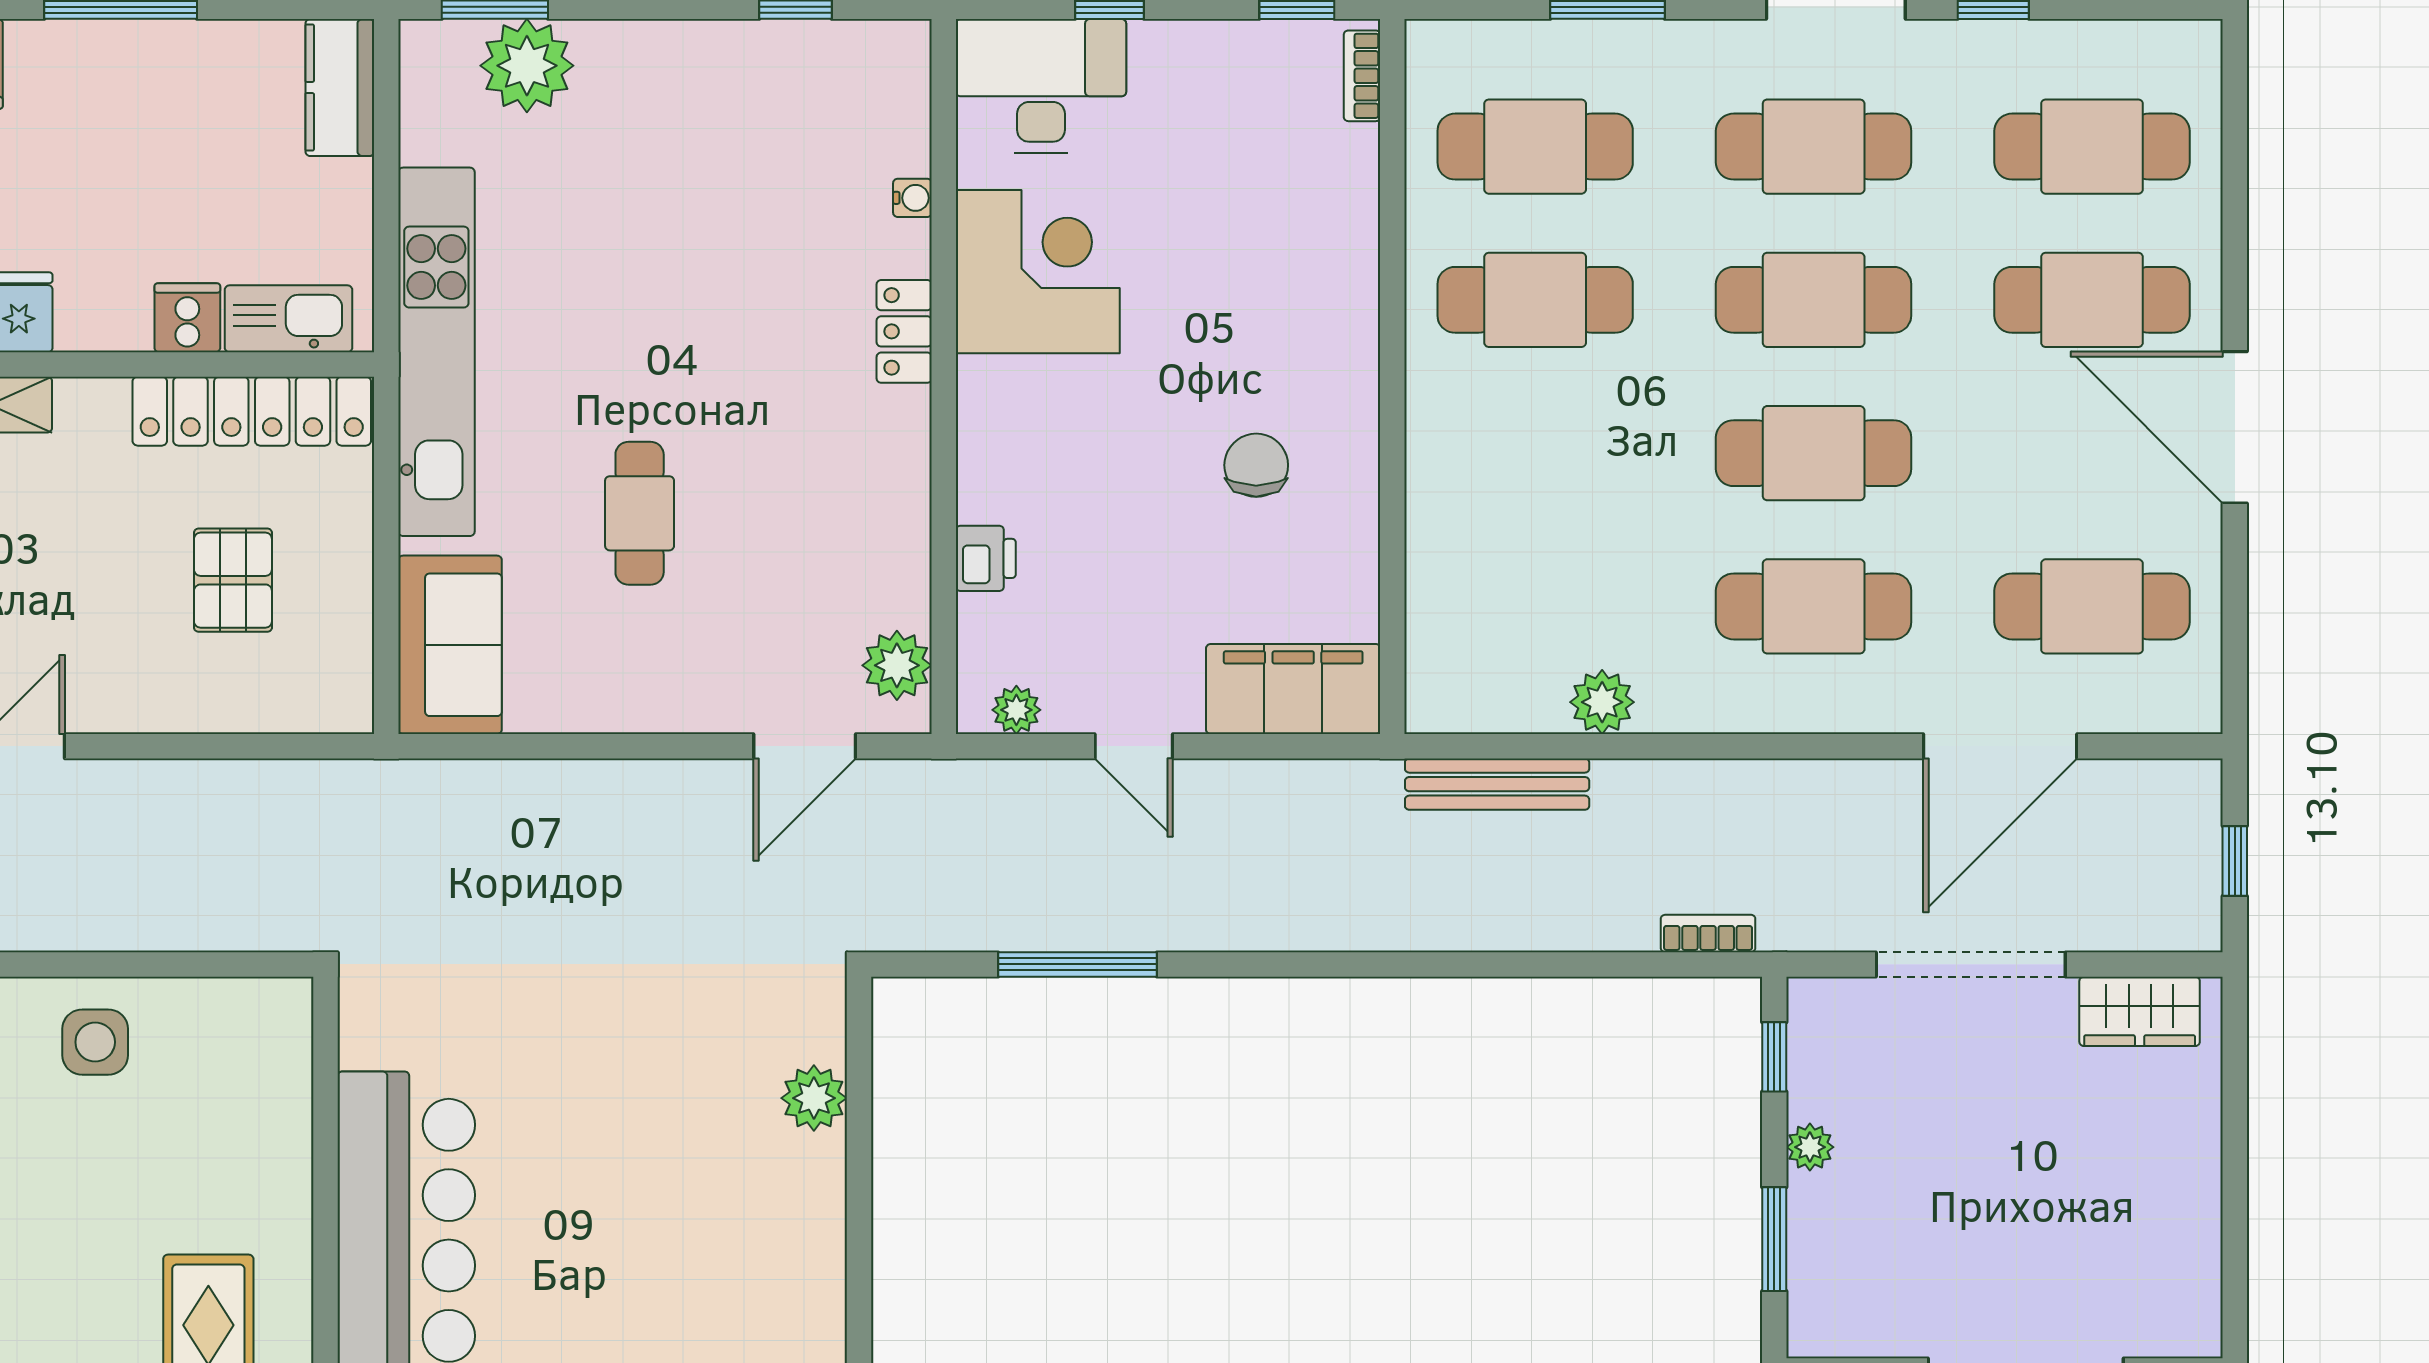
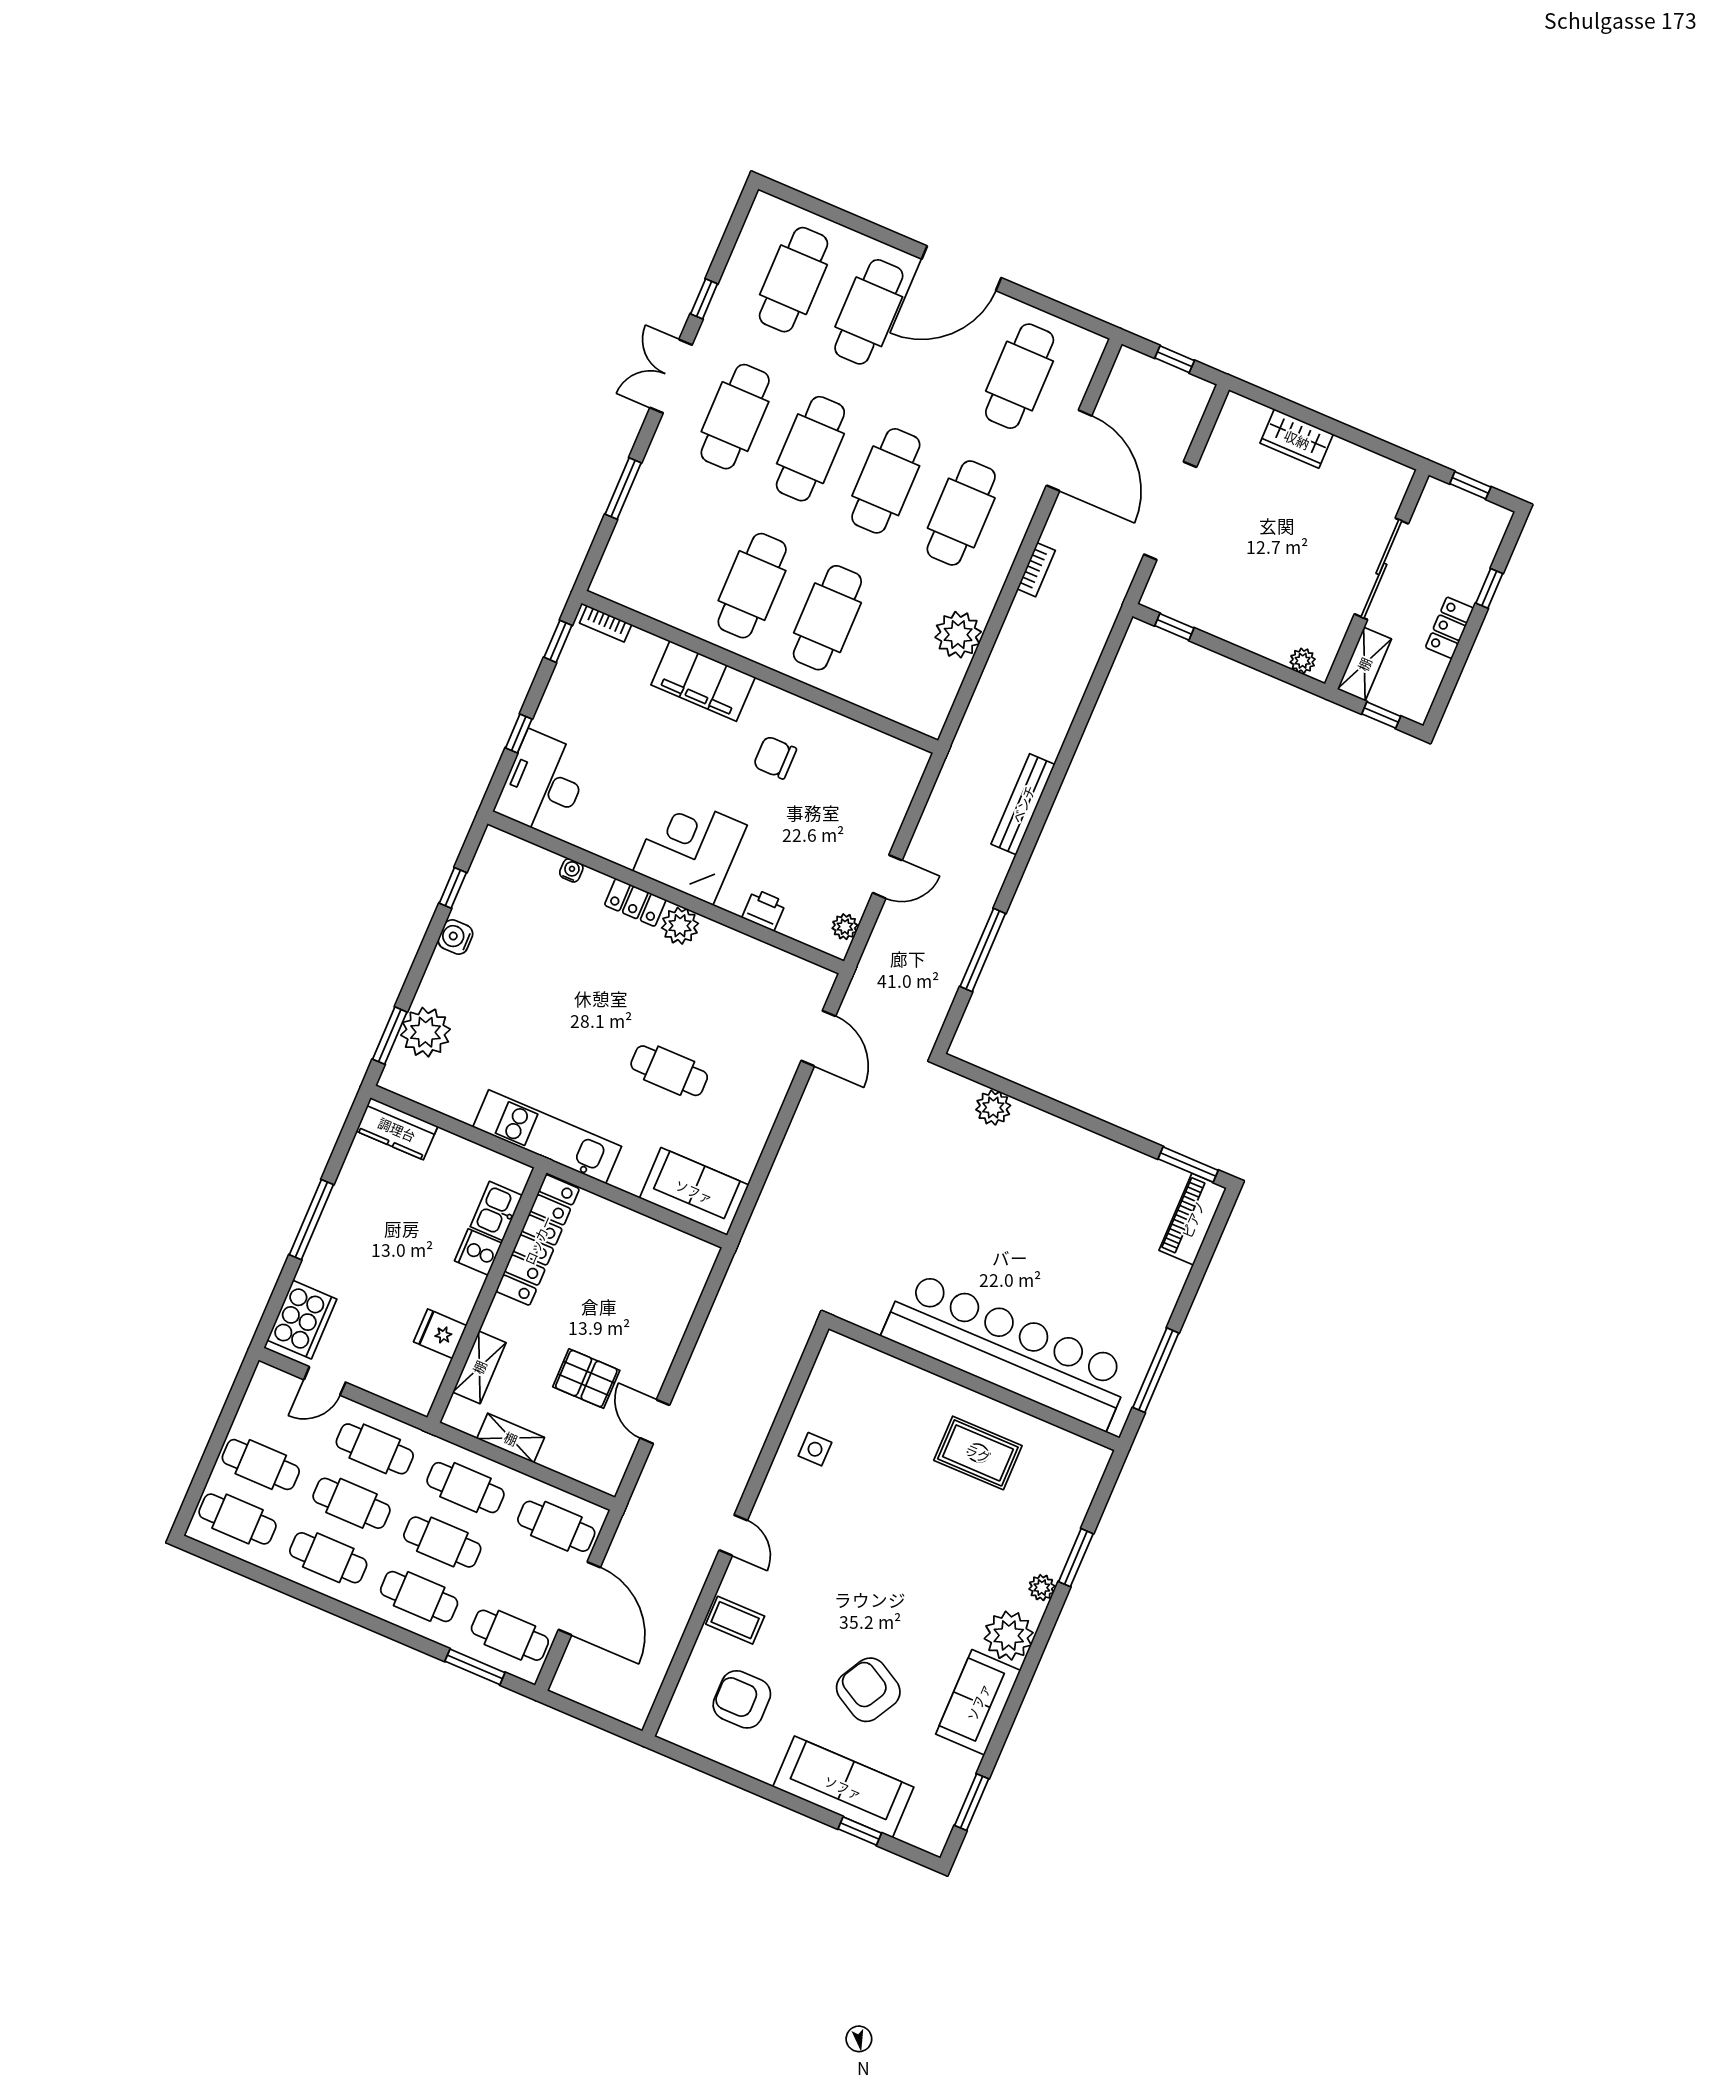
water cooler: (713, 47) -> (455, 937), added
cafe table: (1535, 147) -> (827, 618), moved
corner desk: (1038, 272) -> (690, 848), moved
kitchen sink: (289, 319) -> (496, 1211), width x0.73
kitchen unit: (436, 352) -> (547, 1137), width x0.73
pallet: (233, 580) -> (586, 1379), moved
plant: (897, 665) -> (680, 926), moved
filing cabinet: (1293, 689) -> (703, 681), moved, turned -90
plant: (1602, 702) -> (958, 635), width x1.36, depth x1.36
bench: (1497, 784) -> (1023, 804), moved
bookcase: (1708, 933) -> (1036, 570), moved, turned 180
wardrobe: (2140, 1011) -> (1297, 439), moved, turned 90
side table: (95, 1042) -> (815, 1449), width x0.73, depth x0.73
plant: (1810, 1147) -> (1303, 661), moved
window: (1774, 1239) -> (1264, 665), removed

